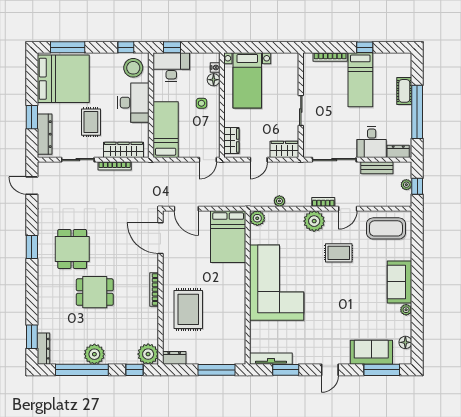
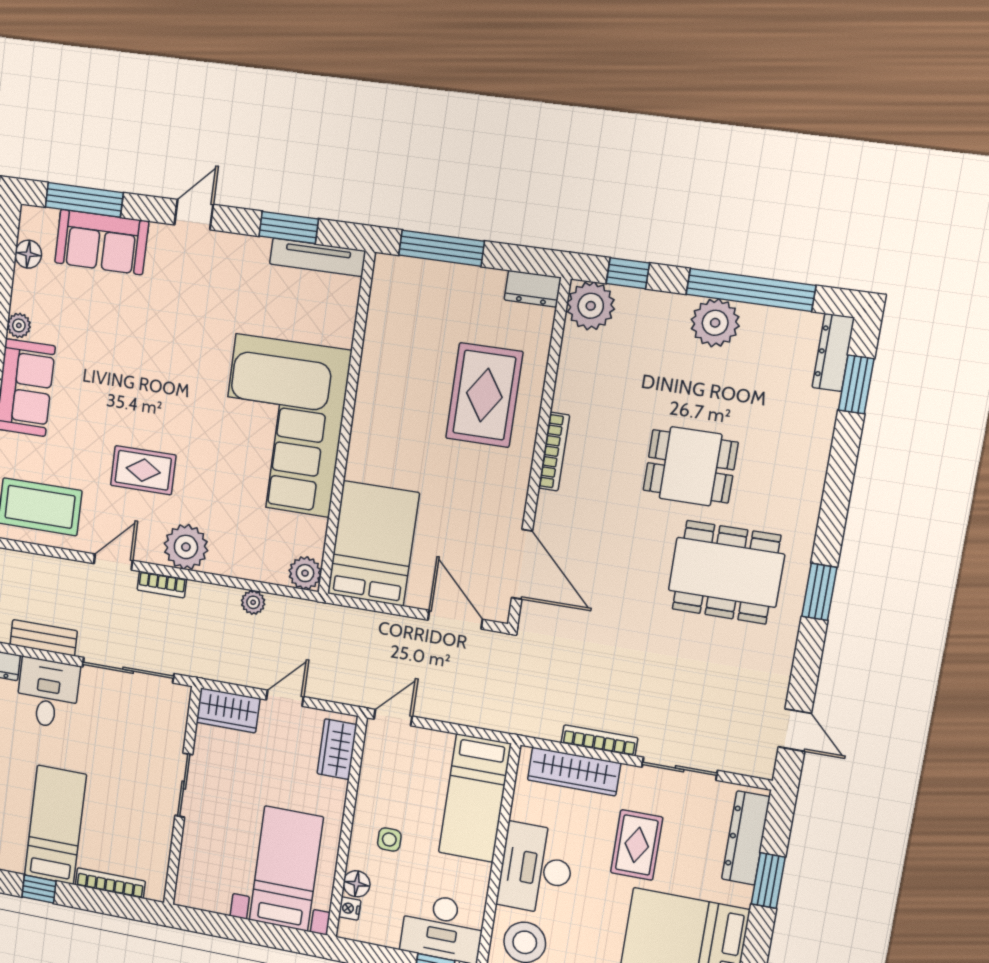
dining table: (72, 249) -> (726, 572), width x1.38

